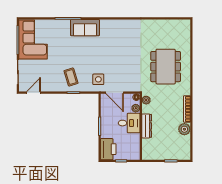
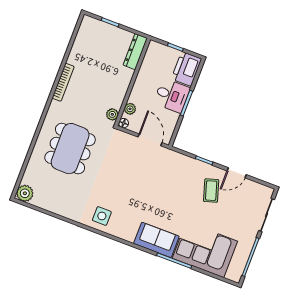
corner sofa: (33, 39) -> (205, 250), moved, turned 90
coffee table: (71, 77) -> (211, 191), moved
side table: (98, 79) -> (102, 216), moved
door: (33, 93) -> (237, 173), moved
desk: (129, 123) -> (172, 95), moved, turned 180
dresser: (147, 126) -> (135, 52), moved
plant: (184, 129) -> (25, 193), moved

